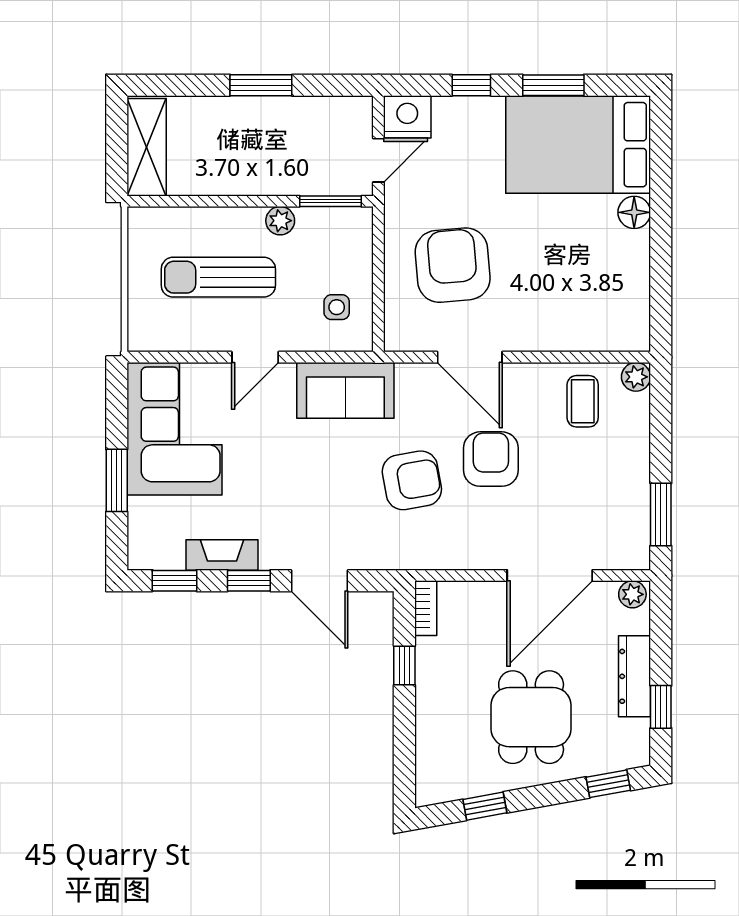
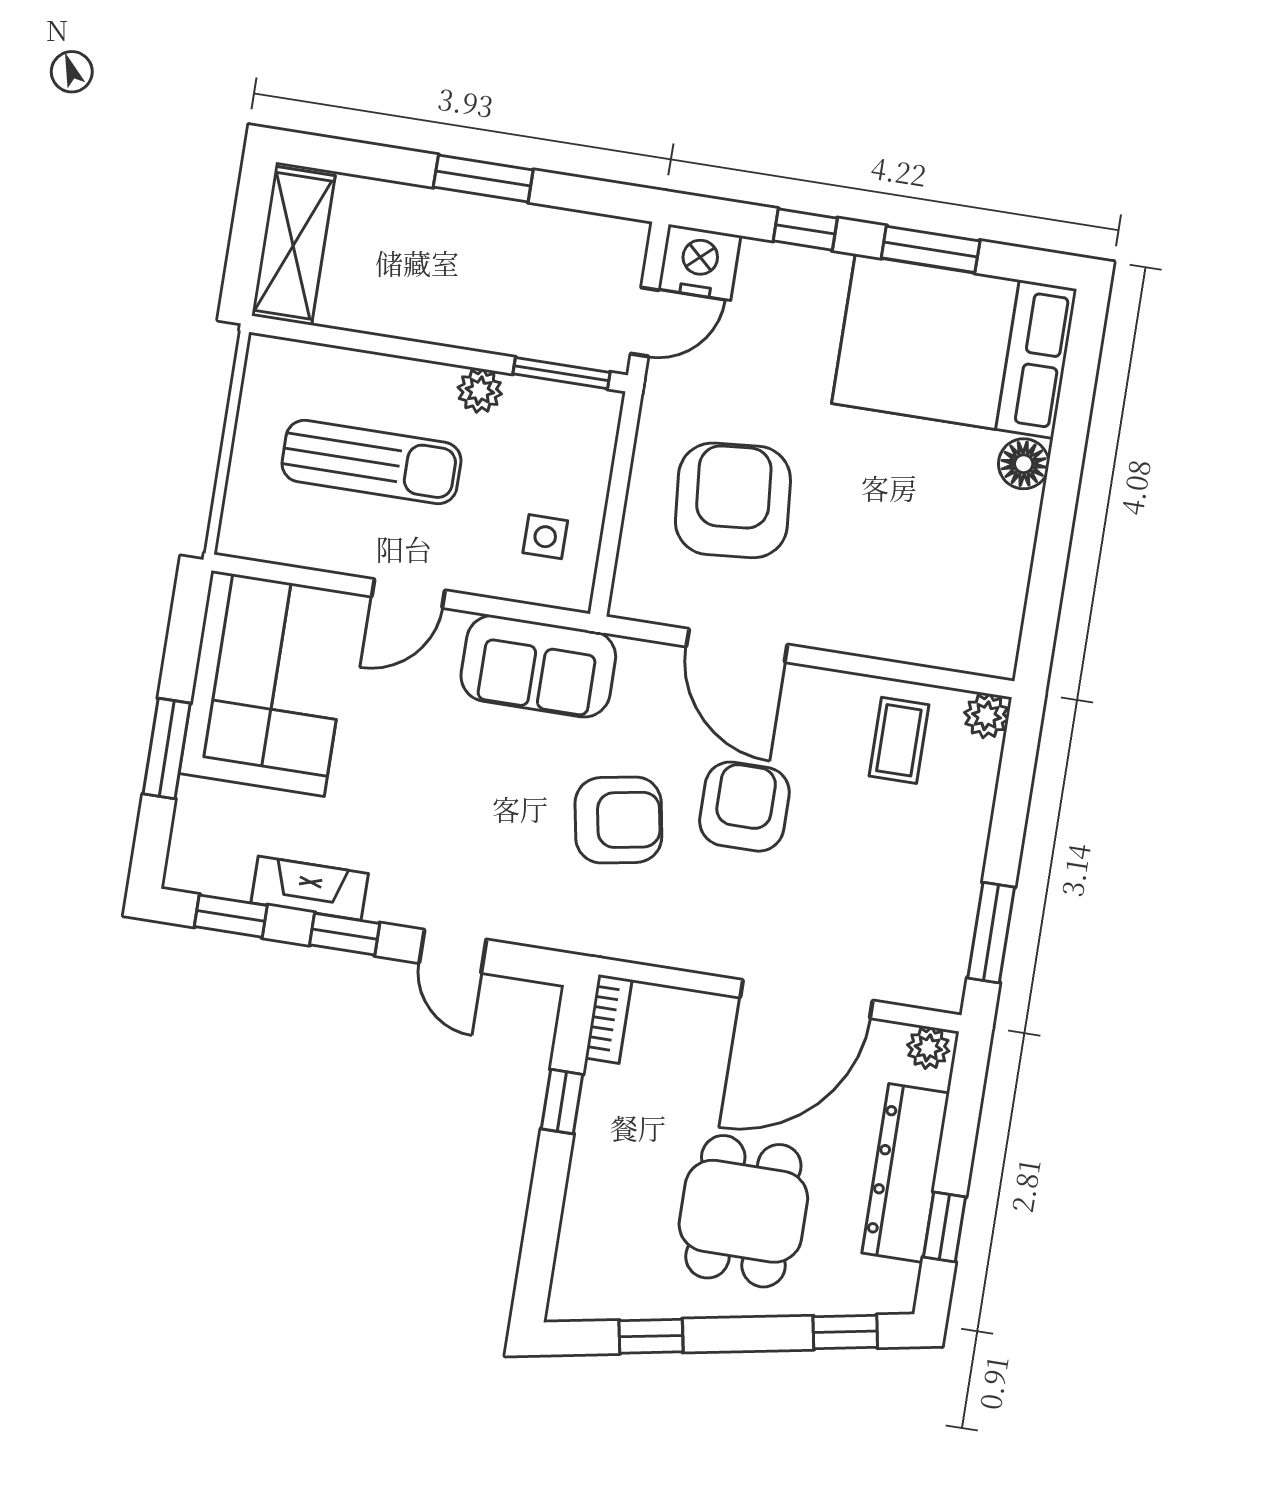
sun lounger: (218, 277) -> (371, 462), turned 180
door: (320, 581) -> (453, 951), width x0.73
dresser: (635, 676) -> (906, 1173), width x1.37, depth x1.24

